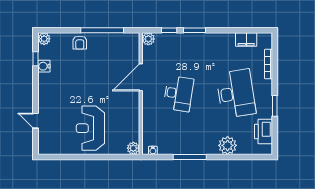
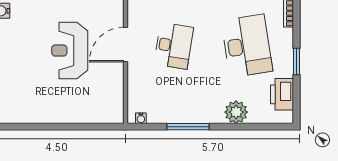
door: (141, 77) -> (125, 45), moved
reception desk: (90, 128) -> (70, 51), moved
plant: (133, 148) -> (116, 116), removed

